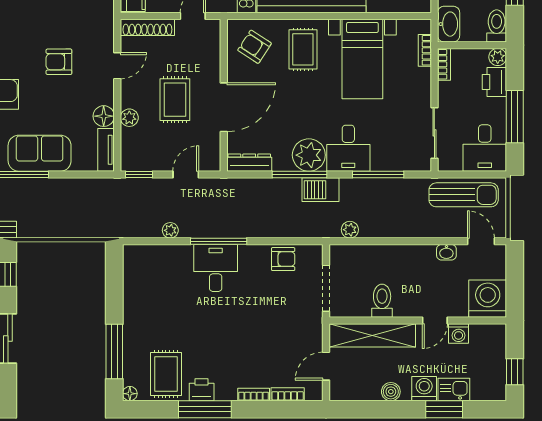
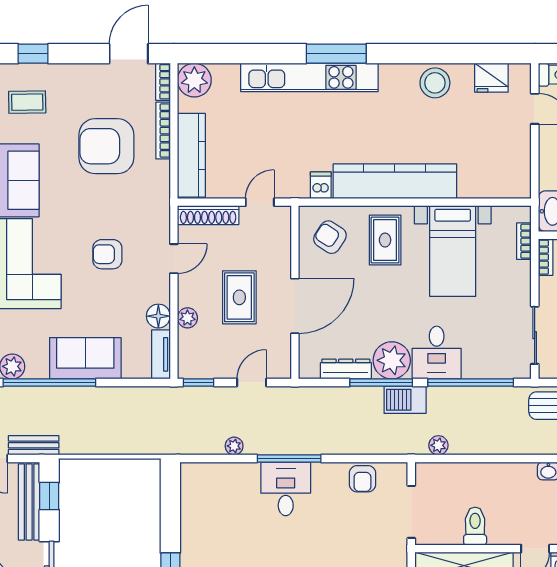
dresser: (249, 163) -> (346, 369), moved
window: (378, 174) -> (471, 382), width x1.46
armchair: (283, 259) -> (363, 479), turned 90

